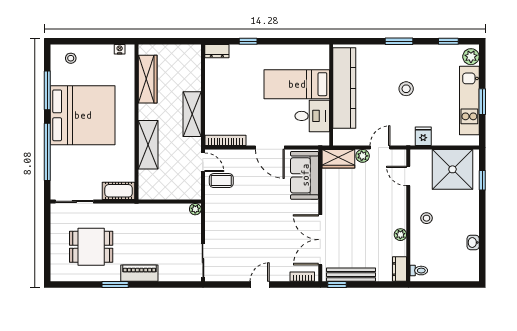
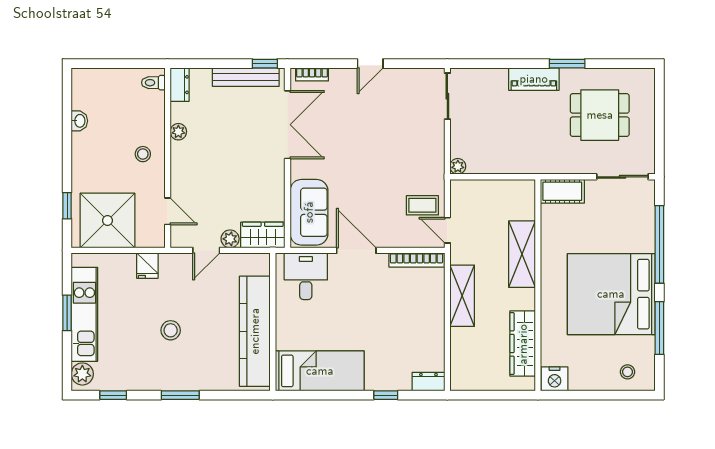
nightstand: (120, 49) -> (555, 379), width x1.89, depth x1.79
bed: (297, 84) -> (320, 371), moved
desk: (312, 116) -> (306, 276), moved, turned 90

